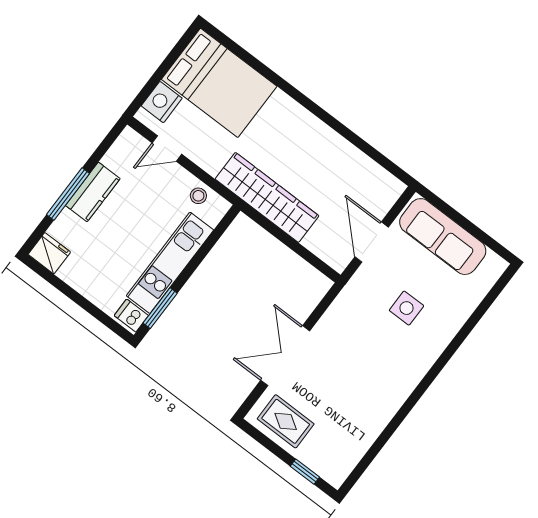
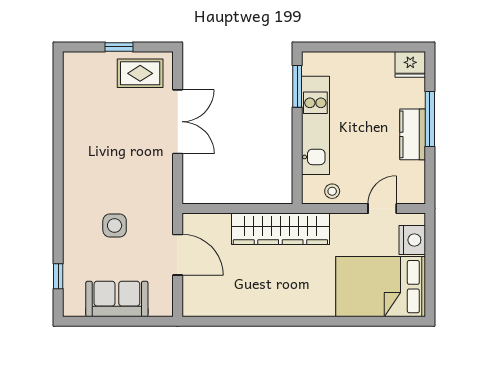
sofa: (443, 237) -> (117, 299), width x0.73
window: (488, 301) -> (58, 276), added
dishwasher: (131, 316) -> (314, 65), removed
window: (305, 472) -> (119, 47), moved

